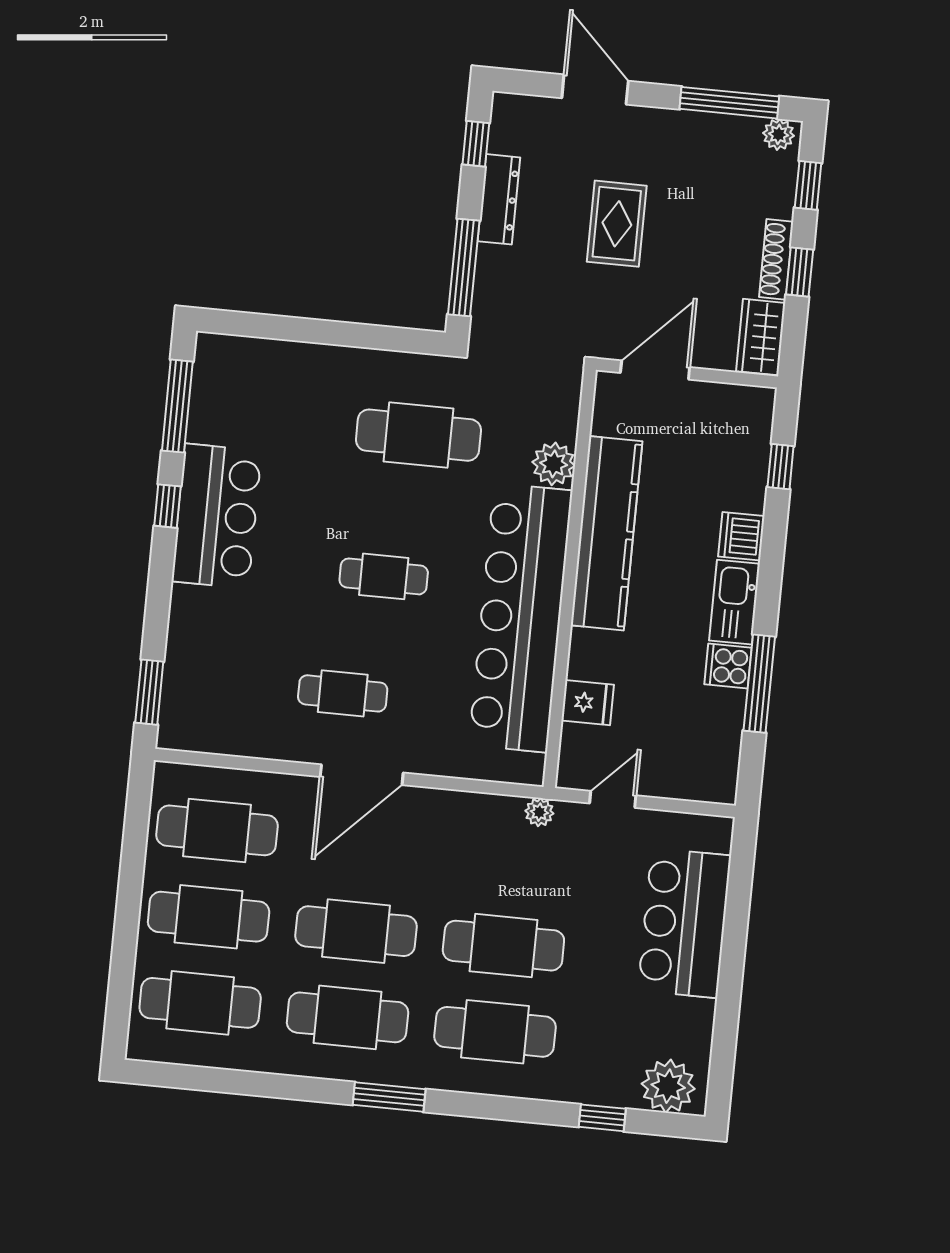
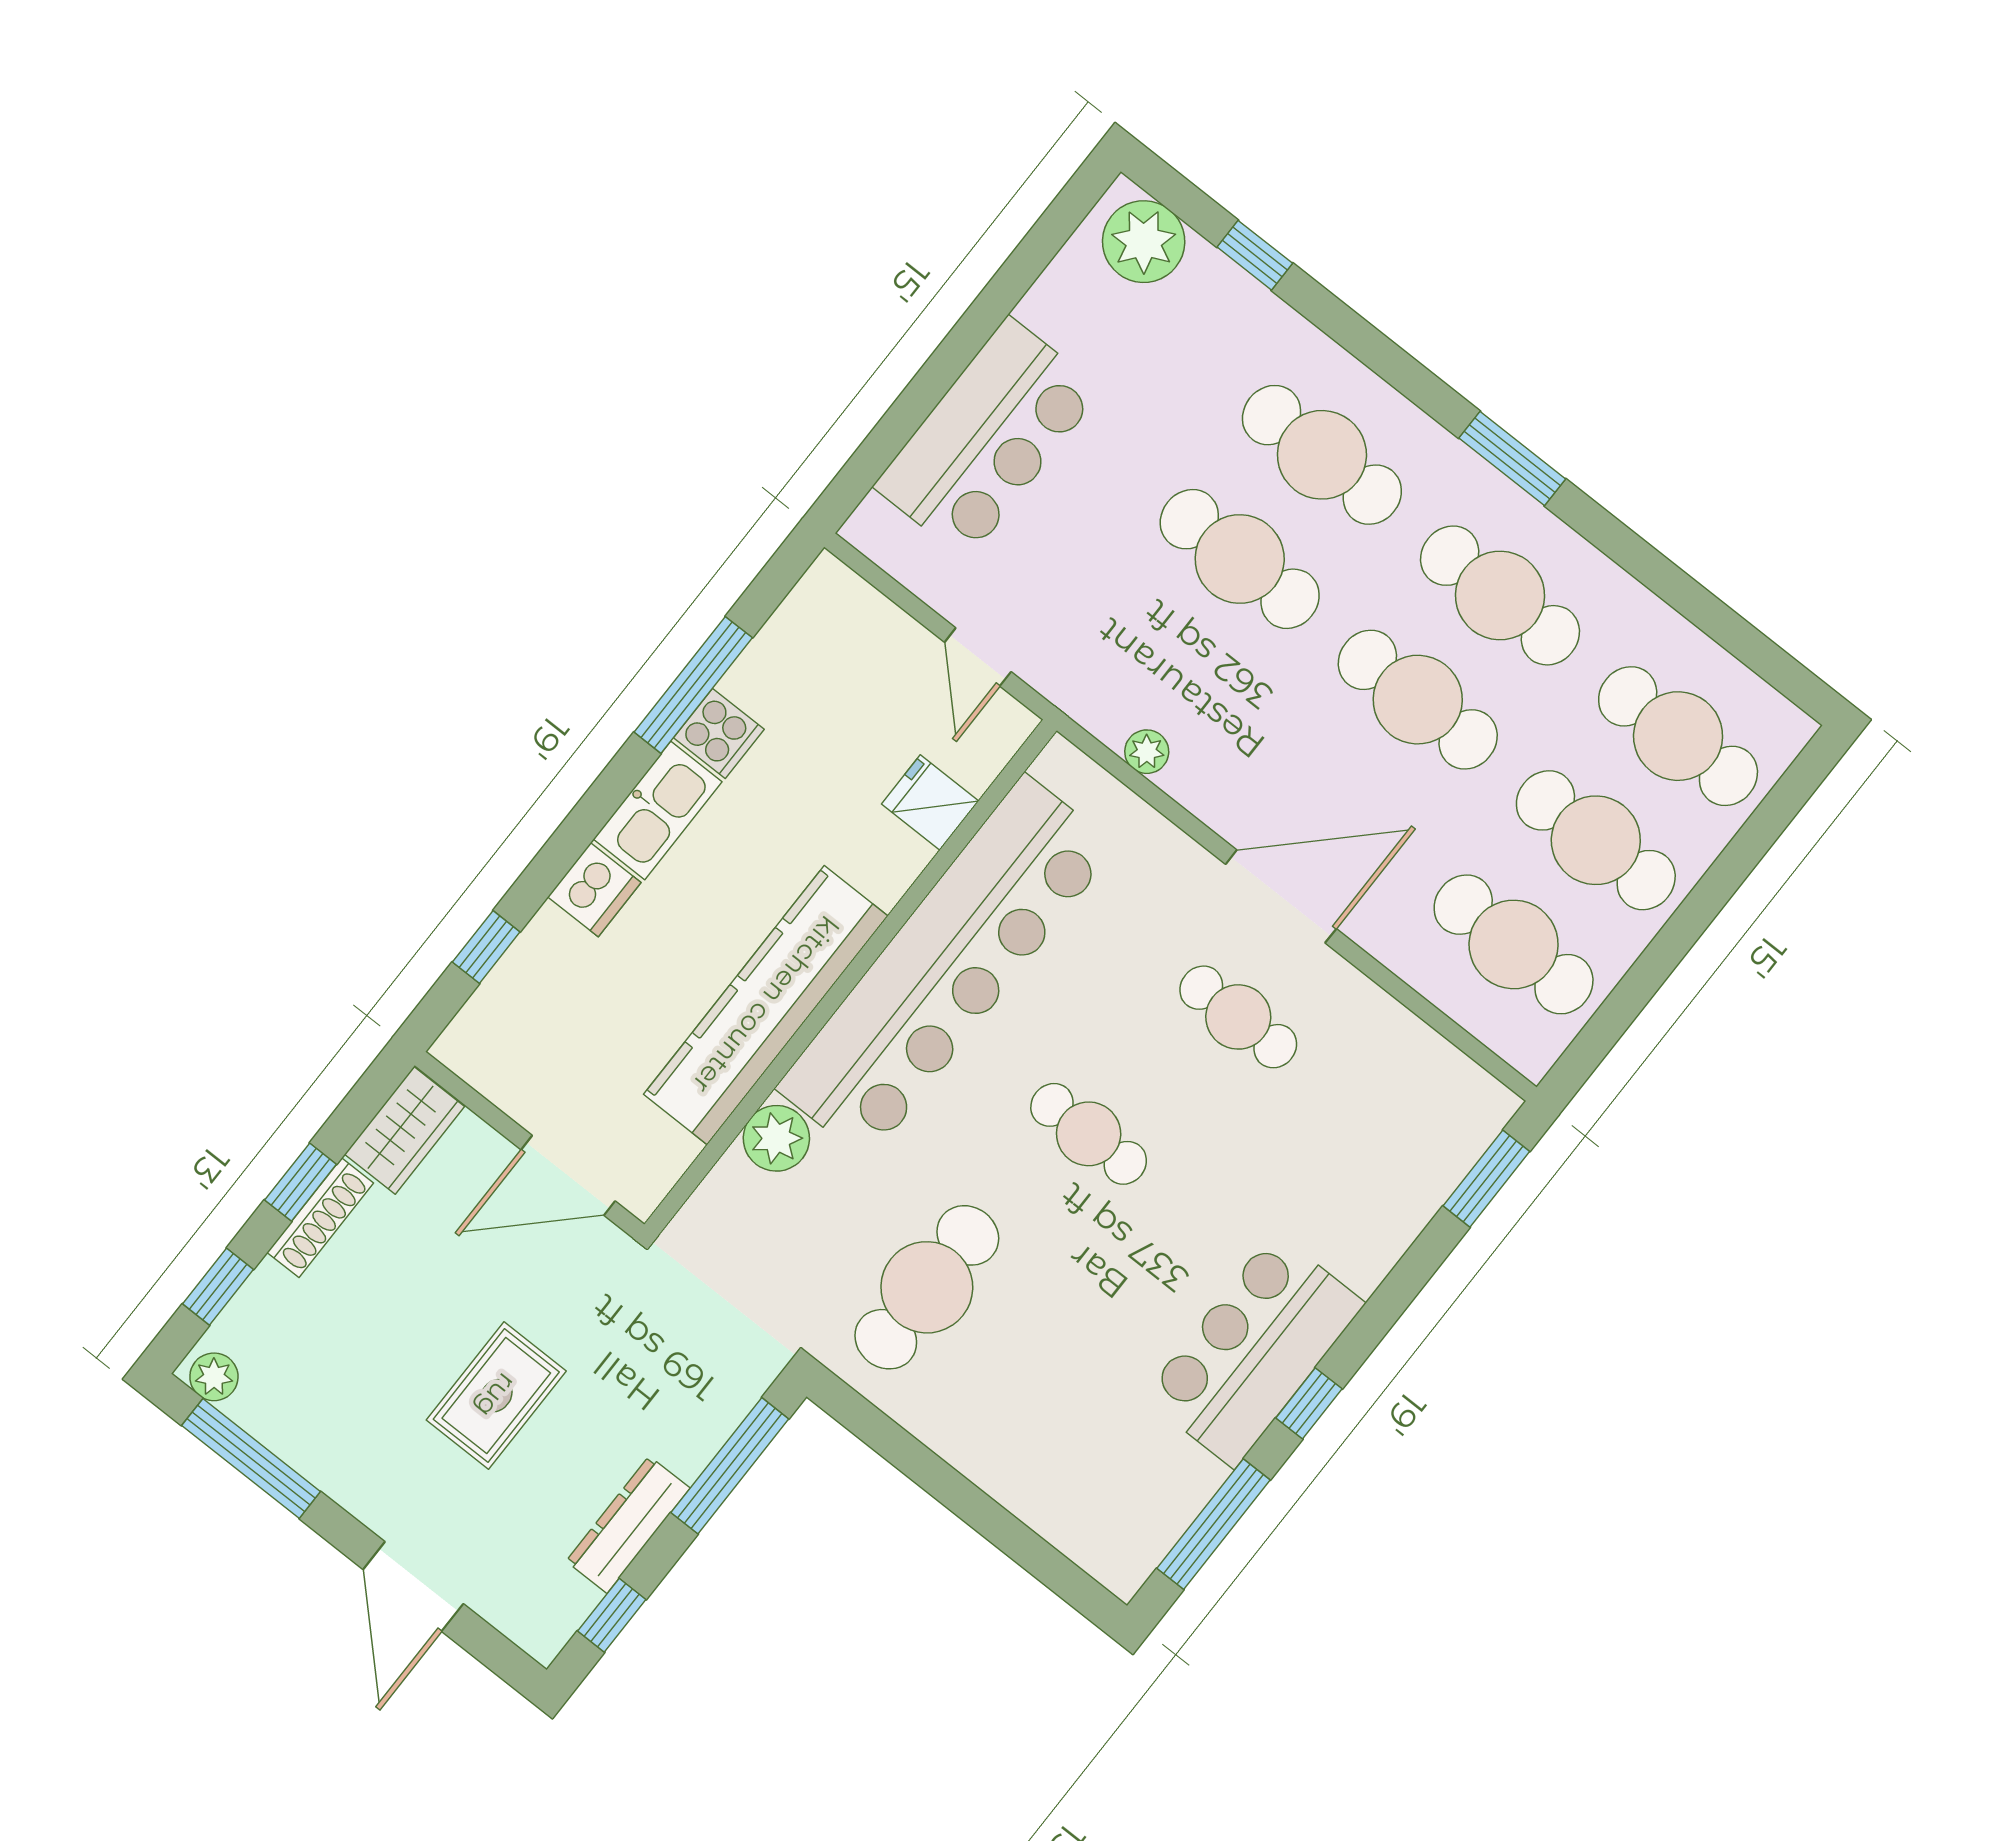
cafe table: (418, 435) -> (927, 1287), turned 90
door: (613, 799) -> (978, 657), hinge flipped
plant: (539, 812) -> (1147, 752), moved

